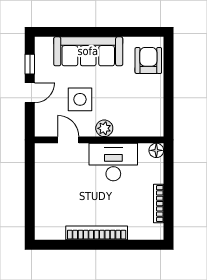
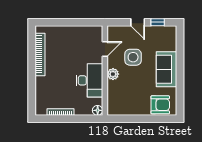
sofa: (88, 51) -> (167, 69), width x0.73
bookcase: (97, 233) -> (40, 54), moved

